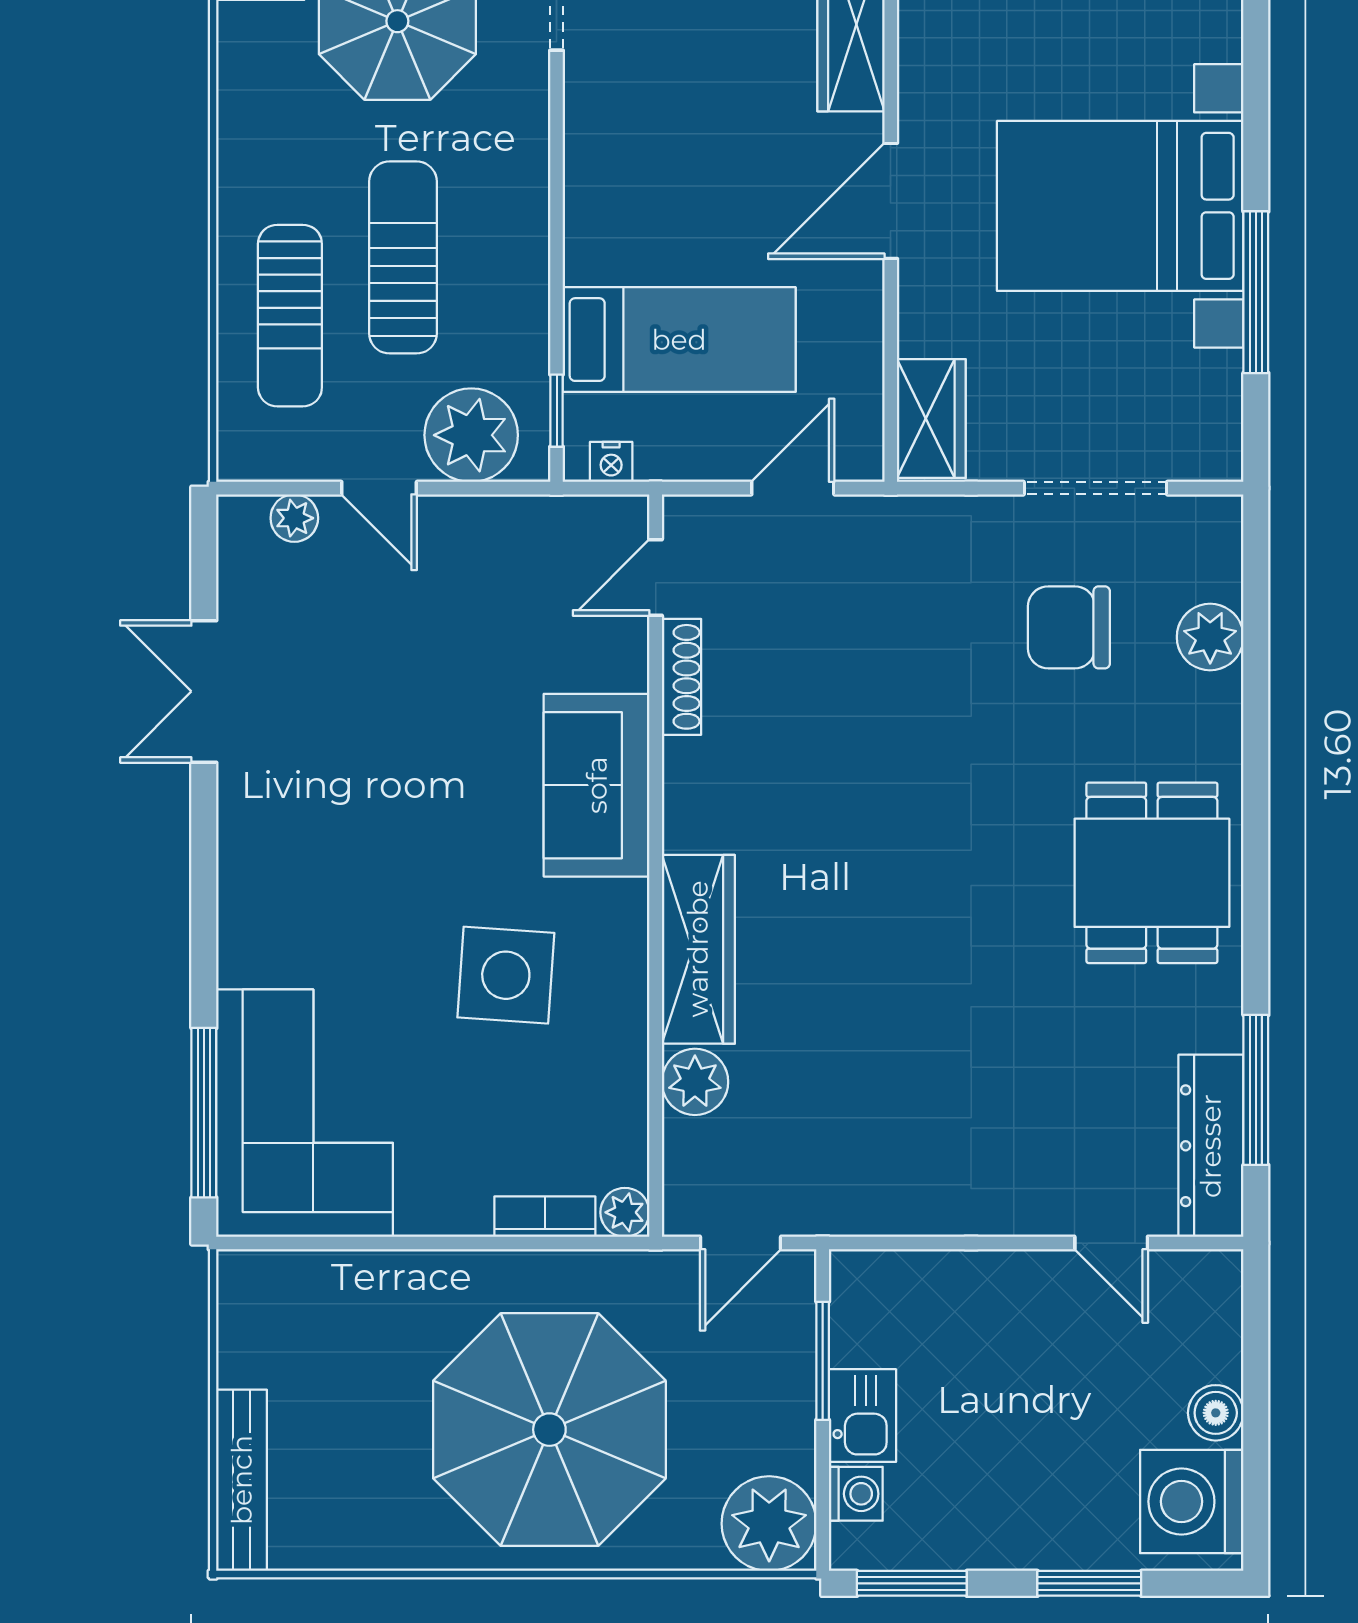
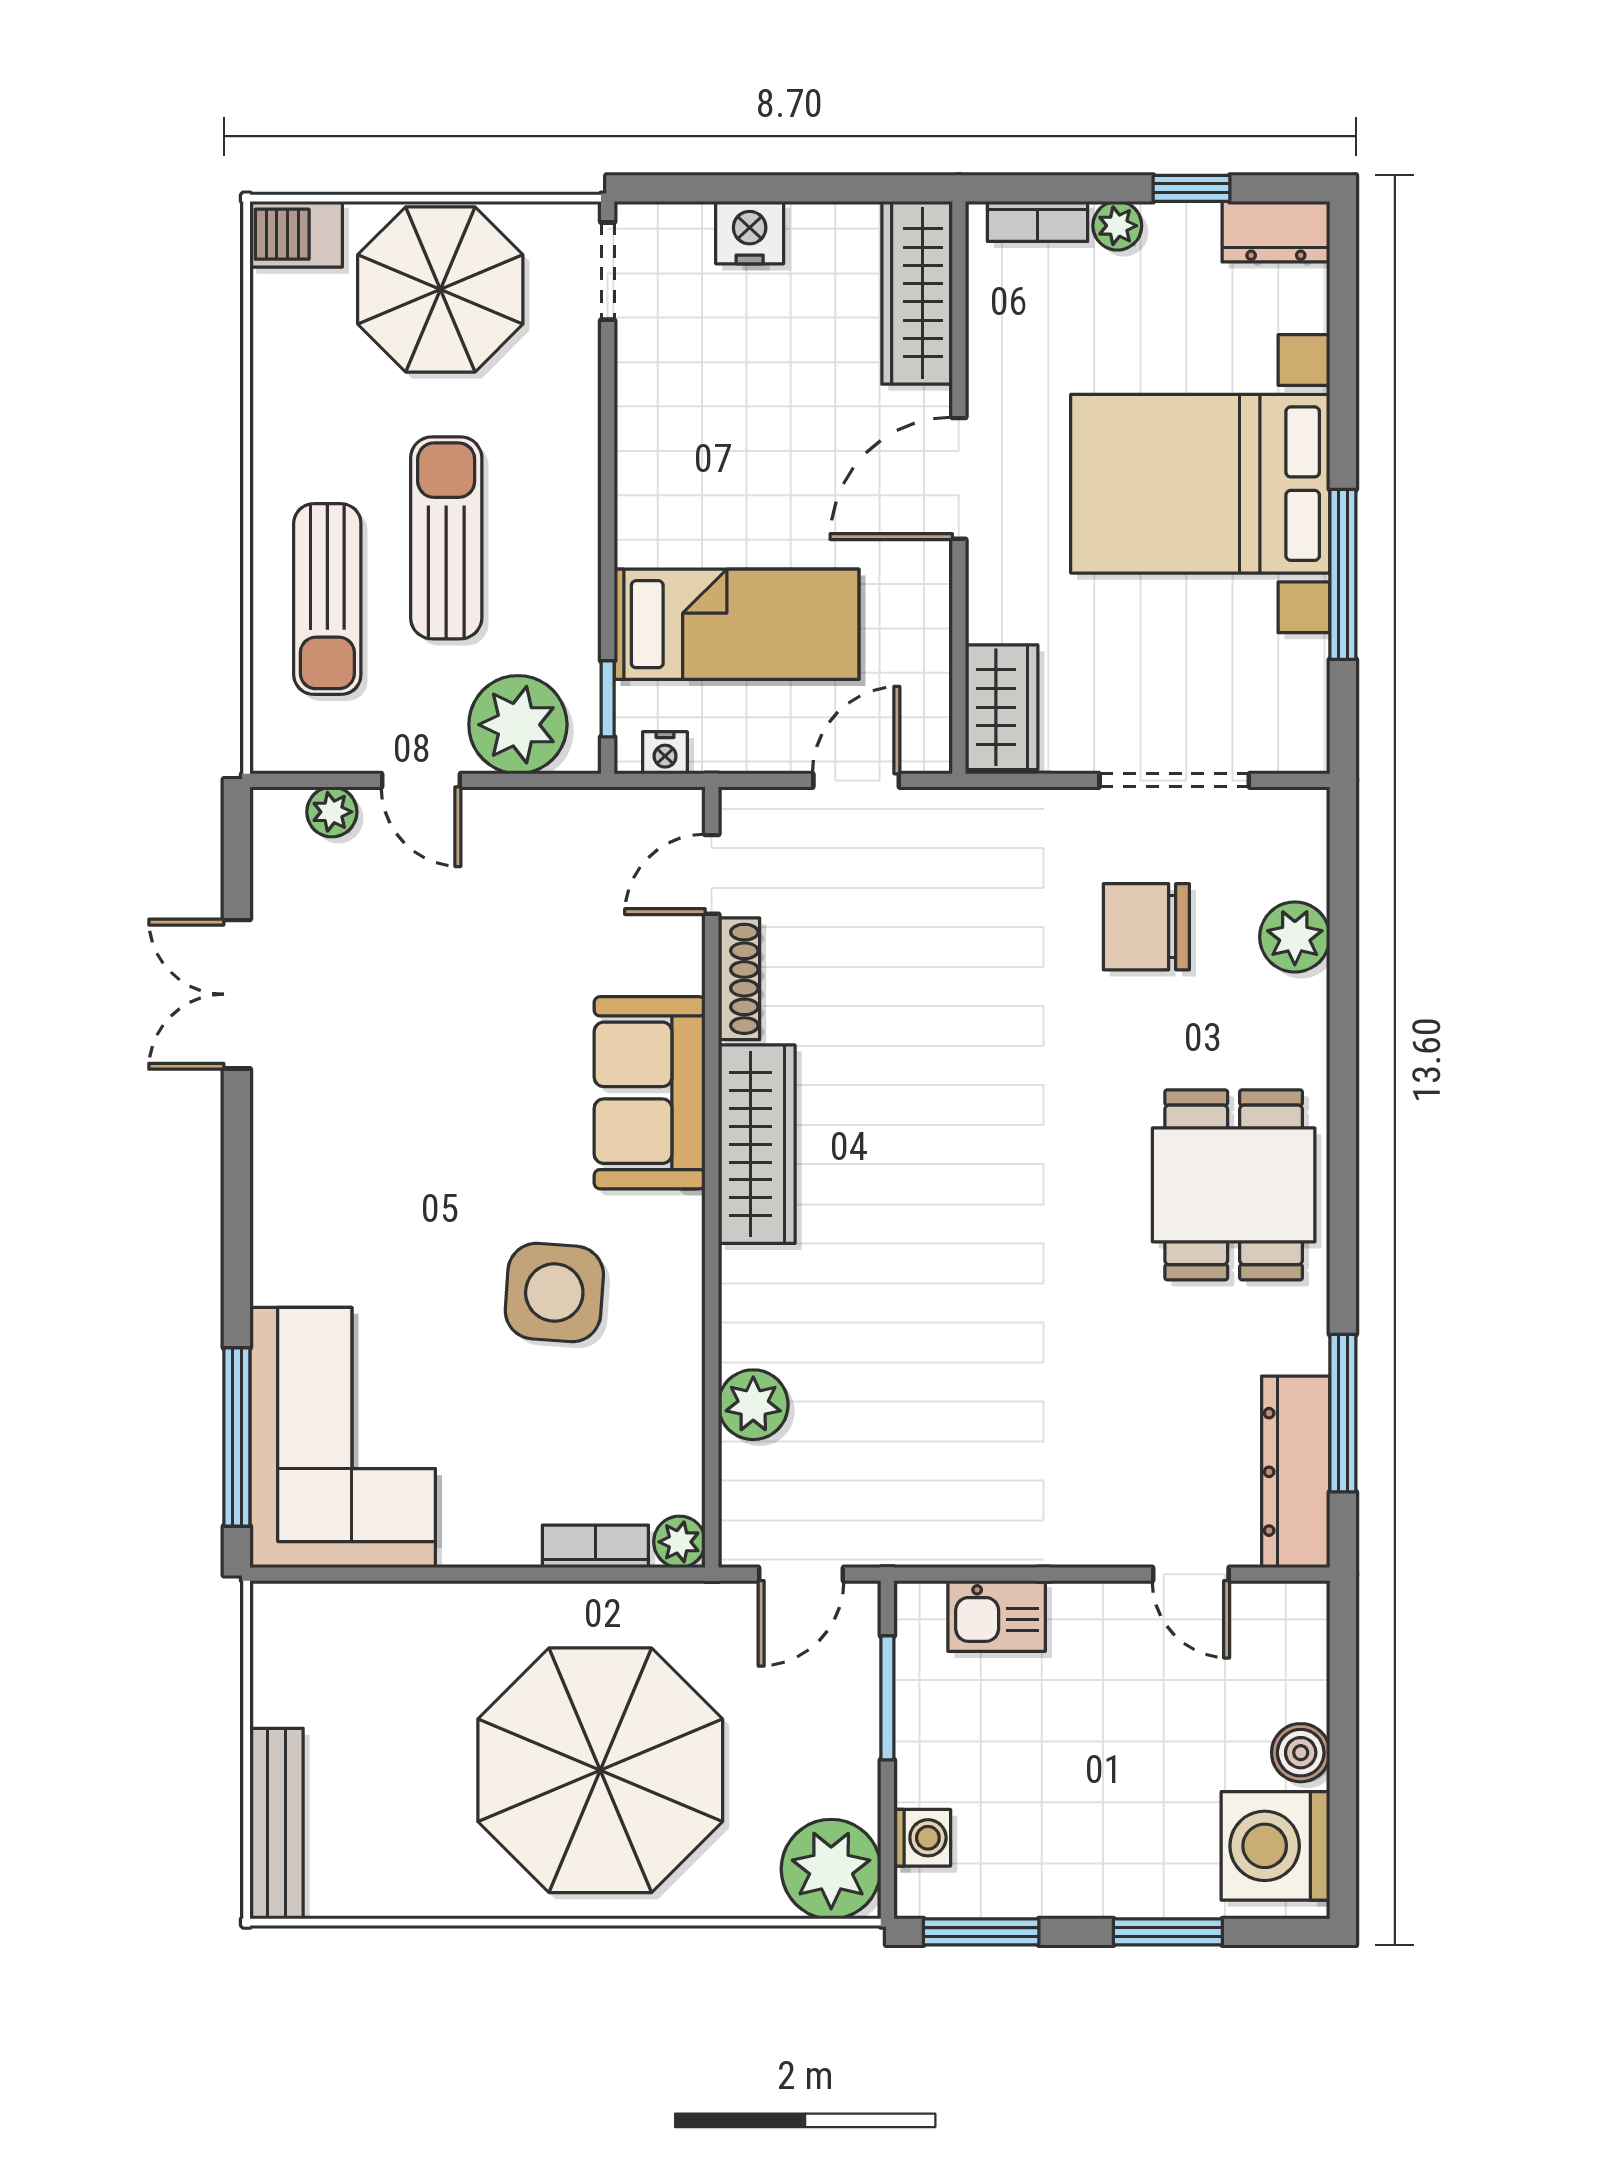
wardrobe: (698, 949) -> (757, 1144), moved
kitchen sink: (862, 1416) -> (997, 1616), moved, turned 90

